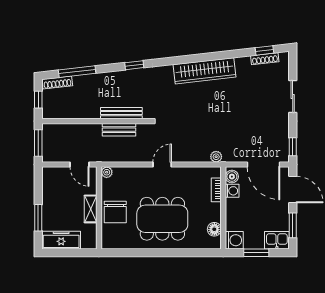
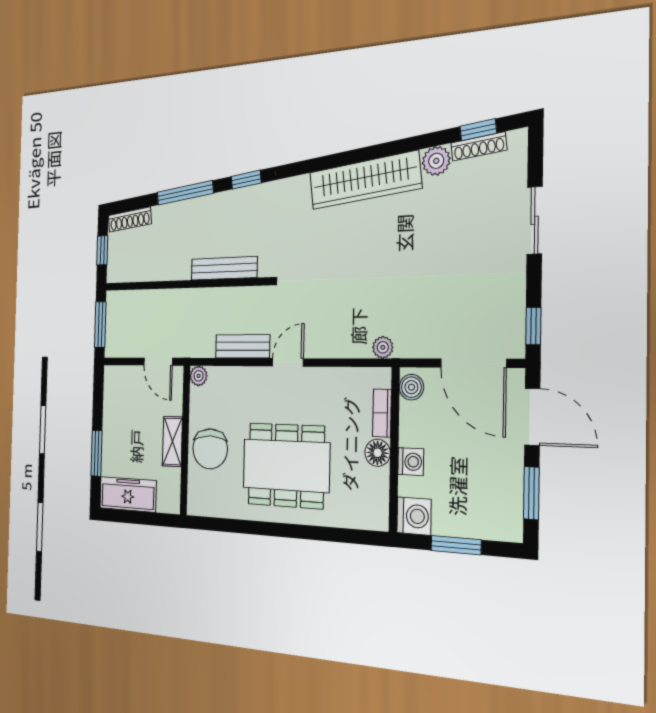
plant: (243, 64) -> (436, 161), added
window: (77, 72) -> (185, 193), moved
bench: (119, 130) -> (243, 346), moved
washing machine: (232, 191) -> (411, 462), moved
floor lamp: (214, 229) -> (378, 453), moved
kitchen sink: (277, 240) -> (498, 523), removed

